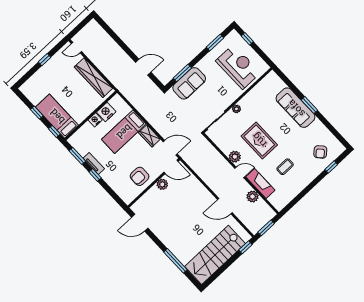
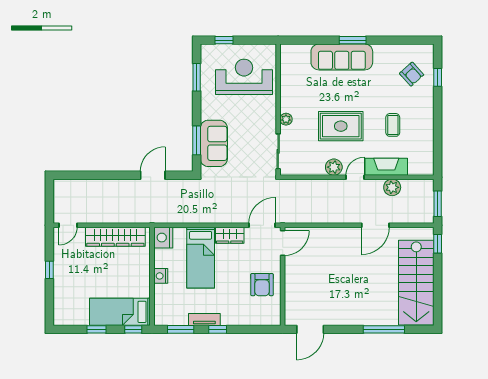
nightstand: (106, 112) -> (163, 238), moved
plant: (162, 184) -> (292, 269), removed

